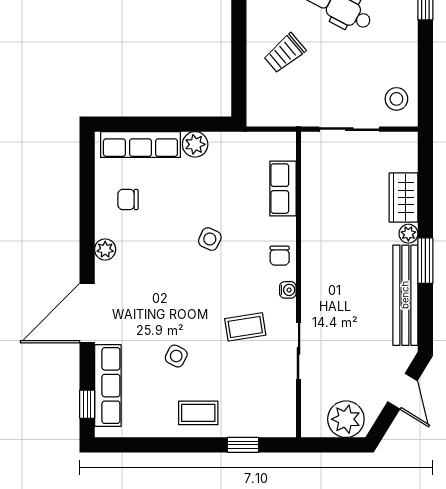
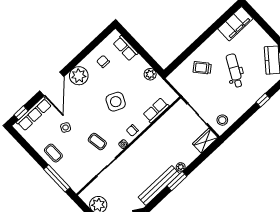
plant: (195, 144) -> (150, 74), moved
row of seats: (140, 145) -> (126, 48), width x0.68
wardrobe: (404, 198) -> (205, 141), moved
side table: (210, 239) -> (116, 102), width x1.87, depth x1.87
plant: (105, 249) -> (79, 76), width x1.87, depth x1.87
door: (87, 313) -> (52, 84), swing flipped
window: (243, 445) -> (57, 178), width x2.17

